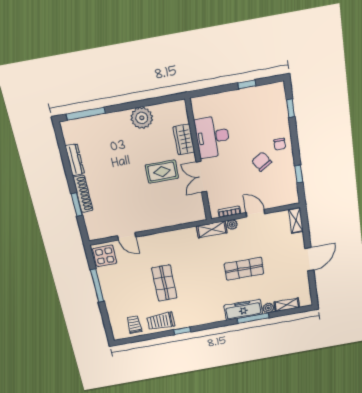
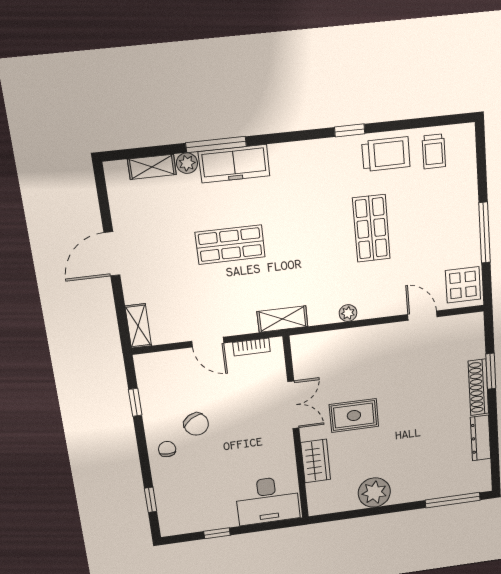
desk: (212, 137) -> (268, 500), moved, turned 90
plant: (232, 224) -> (348, 313), moved

